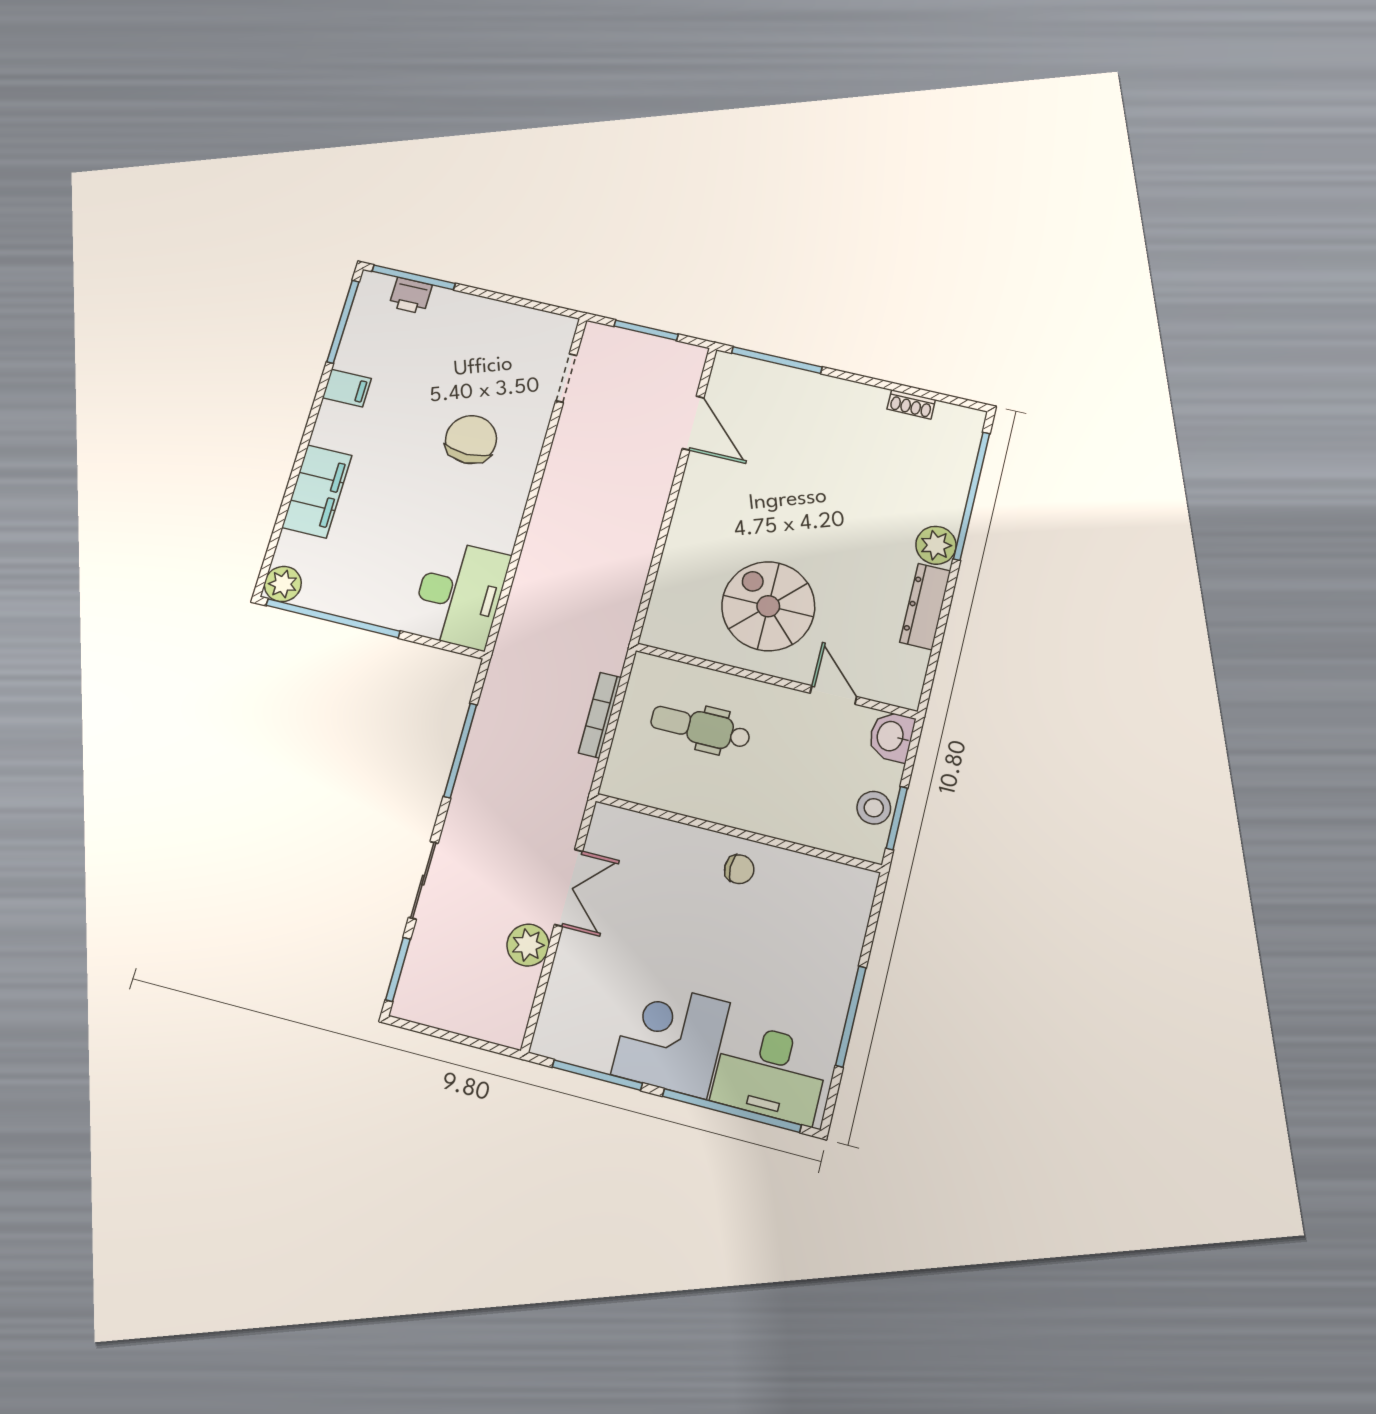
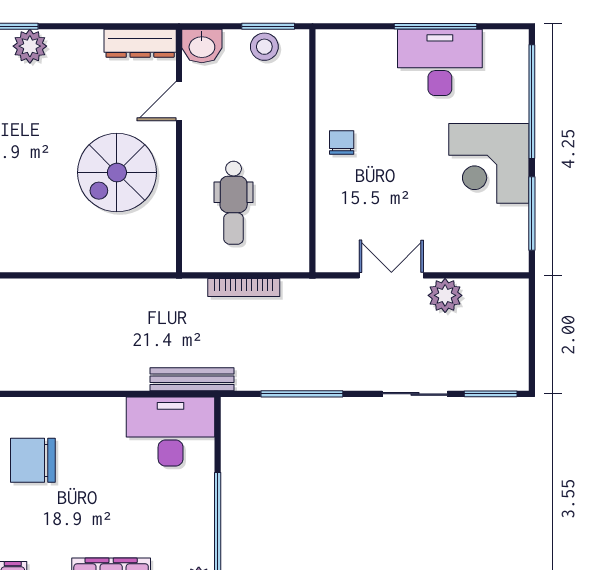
dresser: (925, 607) -> (140, 43), moved
bench: (512, 632) -> (192, 379), added
desk: (770, 1073) -> (440, 62), moved, turned -90

